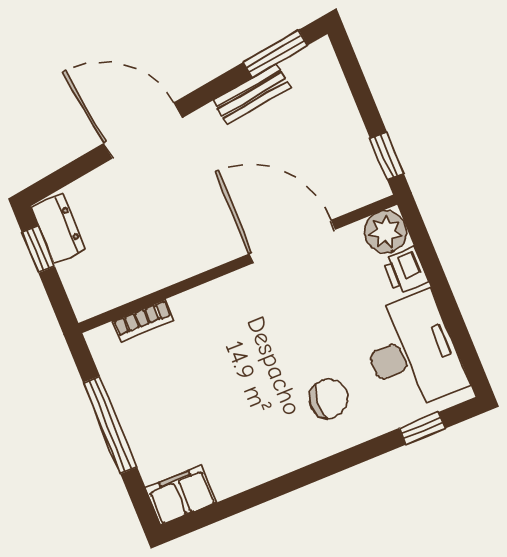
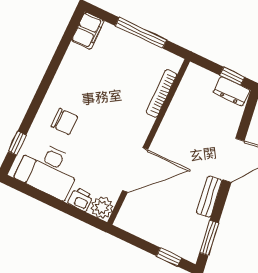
bench: (252, 94) -> (209, 197), moved
window: (387, 156) -> (169, 257), moved
bookcase: (143, 321) -> (162, 93), width x1.56
chair: (329, 399) -> (64, 121), turned -93

